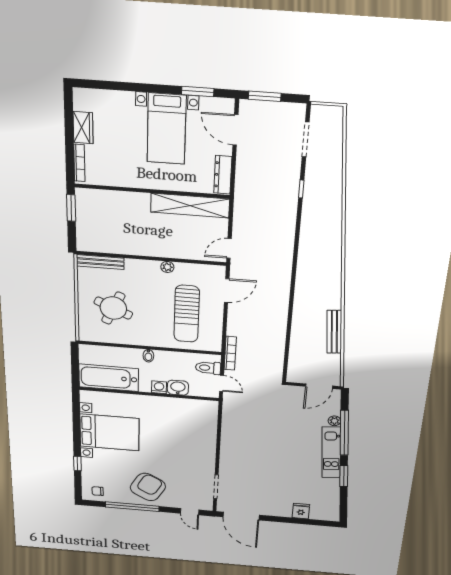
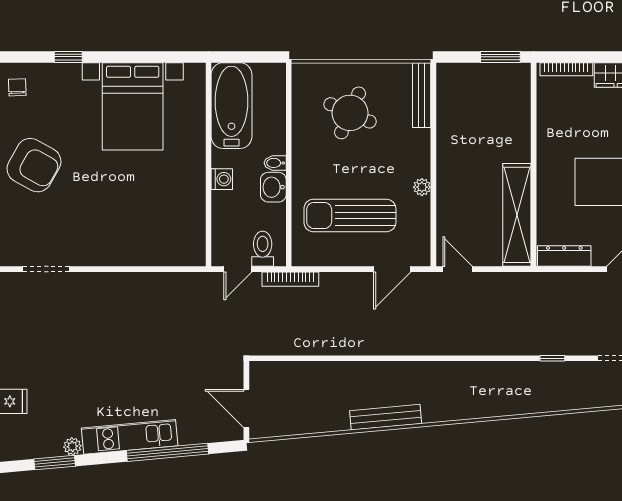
door: (227, 291) -> (392, 269), hinge flipped
bench: (334, 332) -> (386, 417), moved
washbasin: (178, 388) -> (273, 187), moved, turned 180
plant: (334, 421) -> (72, 446), moved
window: (344, 476) -> (55, 463), moved

